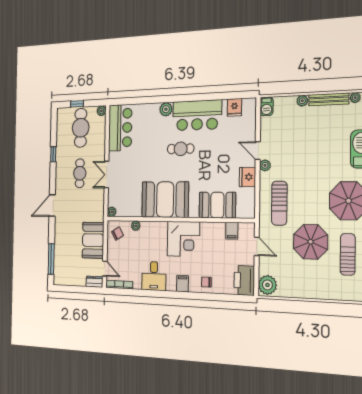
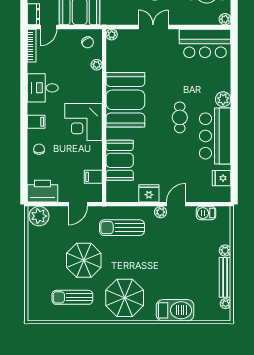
barbecue: (267, 106) -> (206, 213), moved
sun lounger: (348, 254) -> (72, 297), turned 180

